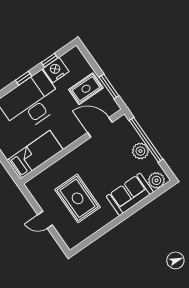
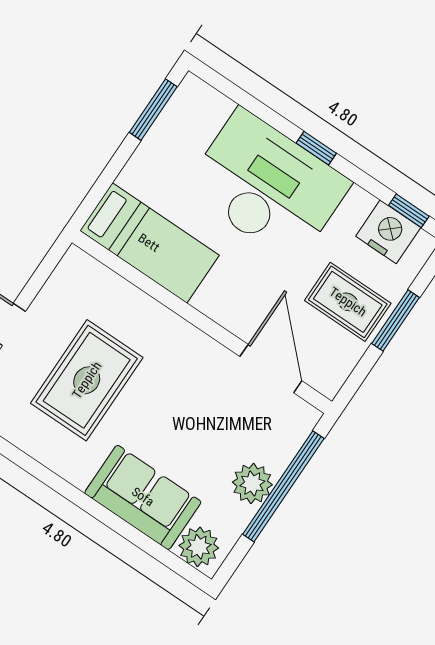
window: (49, 60) -> (409, 211), moved
nightstand: (56, 70) -> (388, 232), moved
window: (109, 86) -> (396, 321), moved

